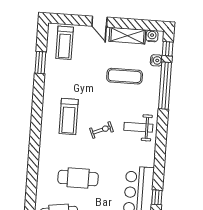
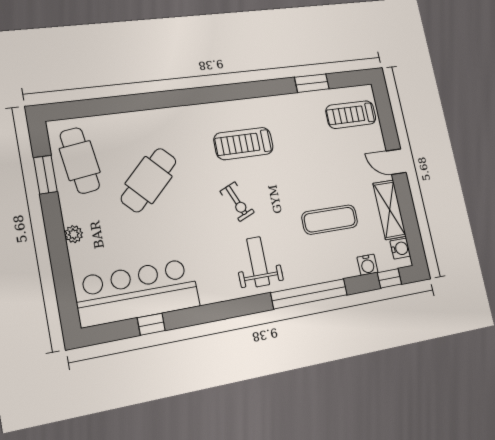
door: (99, 22) -> (396, 162), hinge flipped
exercise mat: (125, 76) -> (330, 220), turned 90
window: (165, 86) -> (309, 294), moved
cafe table: (78, 178) -> (149, 180), turned 46

